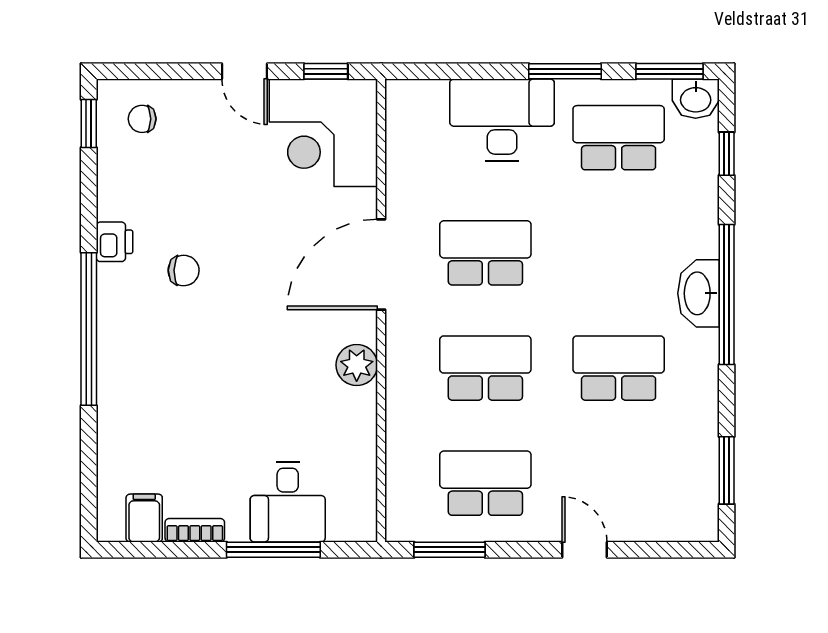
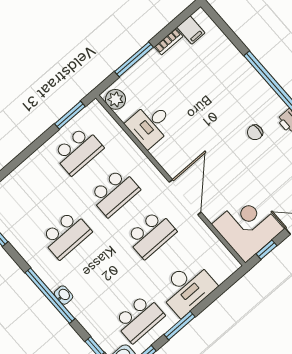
washbasin: (698, 293) -> (64, 295), width x0.52, depth x0.69
plant: (357, 365) -> (115, 99), moved
desk: (288, 502) -> (150, 125), moved, turned -90
door: (584, 550) -> (21, 158), removed

